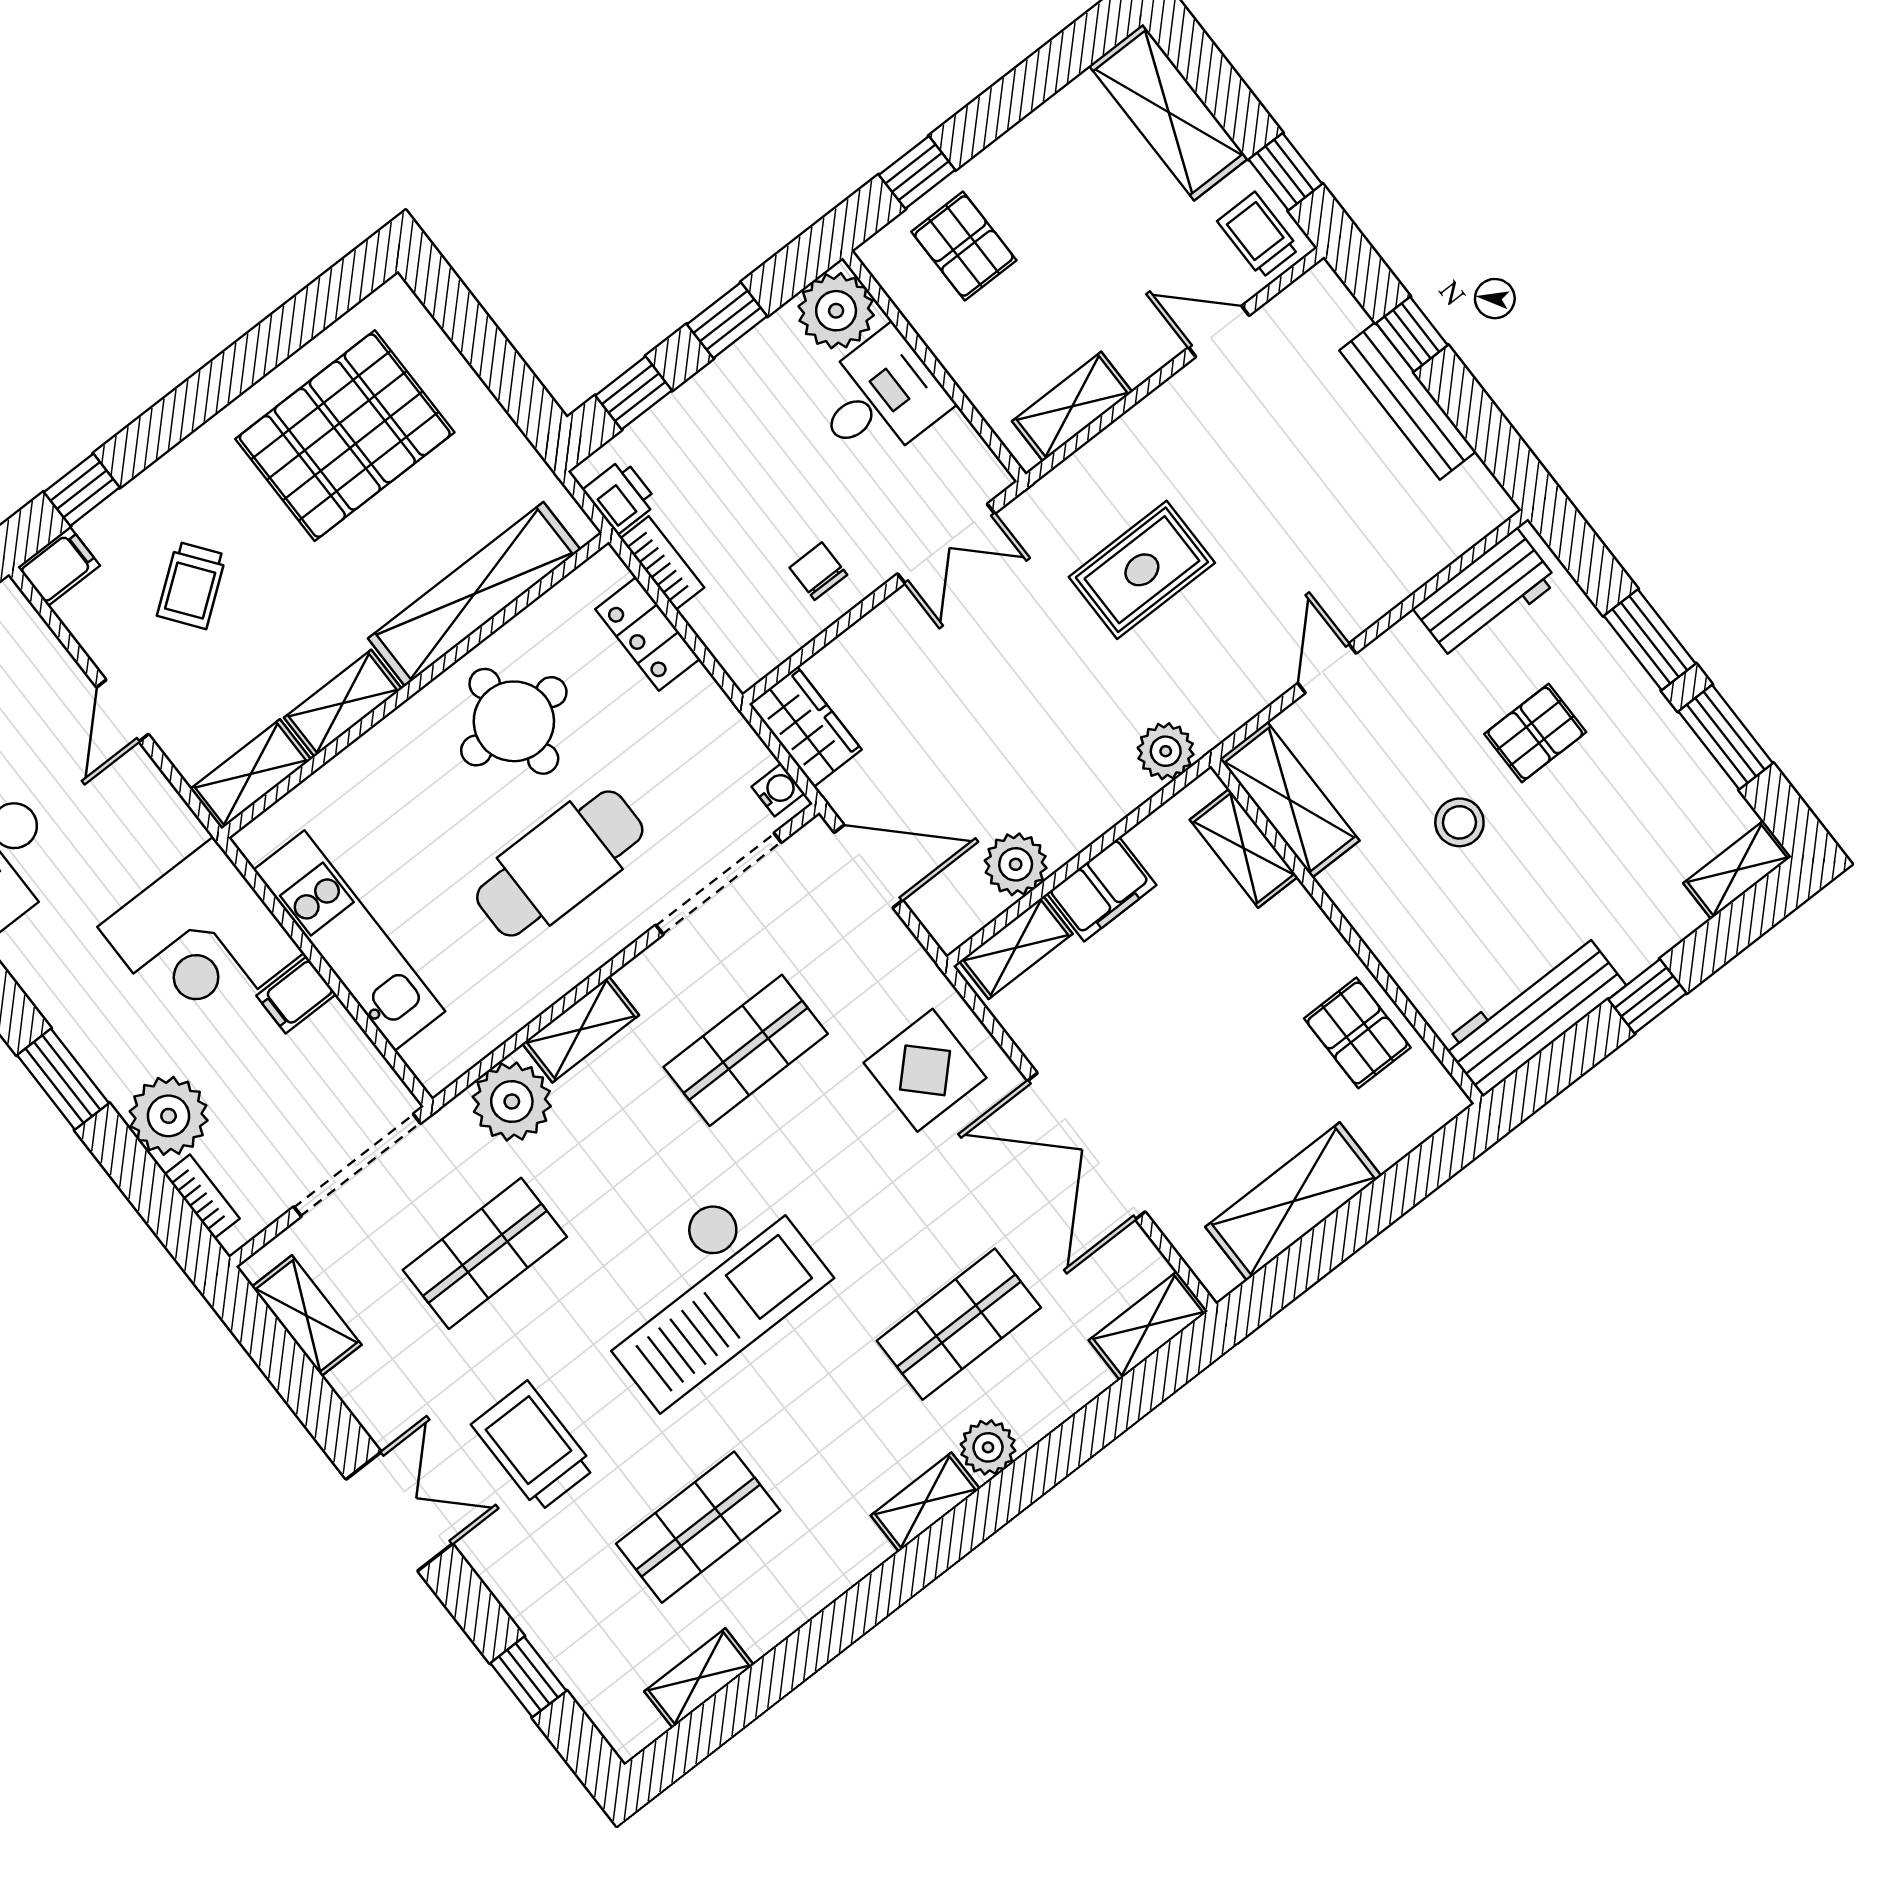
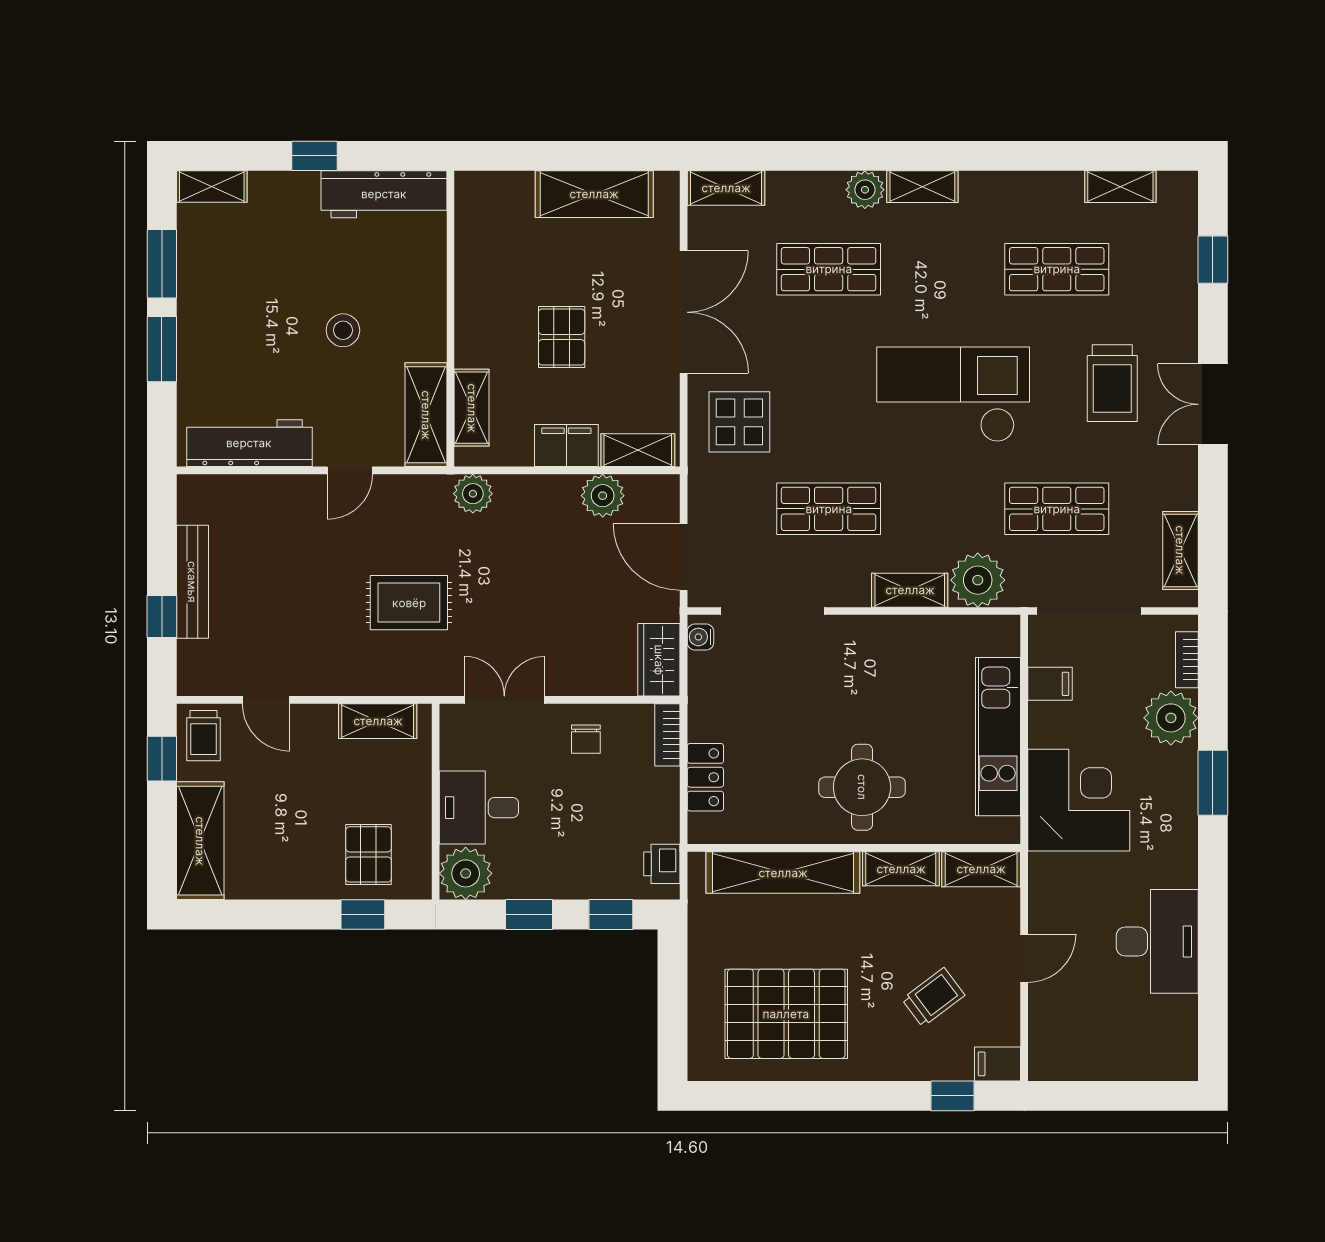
bookcase: (662, 563) -> (667, 735), moved
workbench: (1485, 595) -> (249, 443), width x1.38
round table: (514, 721) -> (862, 787), moved
pallet: (1535, 733) -> (264, 347), removed
cafe table: (560, 863) -> (851, 689), removed
filing cabinet: (296, 995) -> (1050, 684), moved
pallet: (1357, 1033) -> (562, 337), moved

